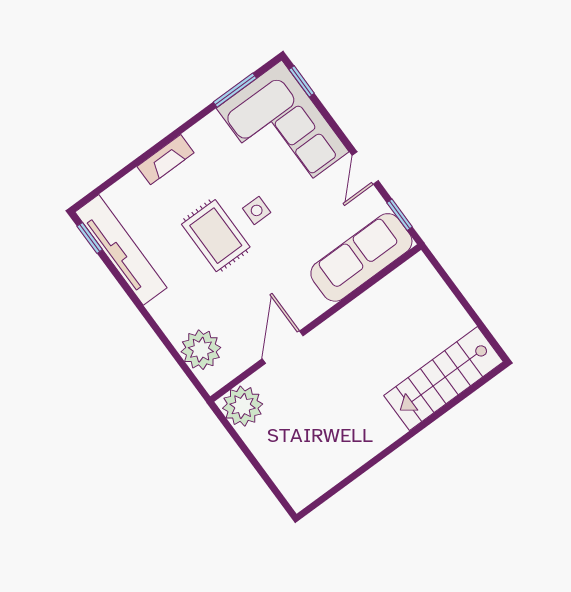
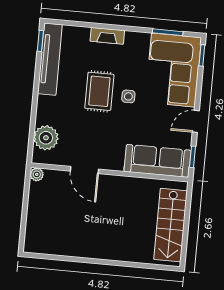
door: (283, 347) -> (85, 170), swing flipped
stairs: (444, 379) -> (171, 225), moved, turned -90
plant: (243, 406) -> (37, 174), width x0.53, depth x0.53

